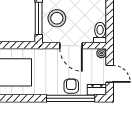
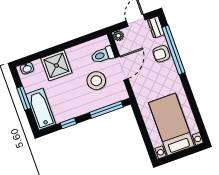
stool: (57, 18) -> (96, 81), moved
toilet: (100, 33) -> (103, 55), moved

